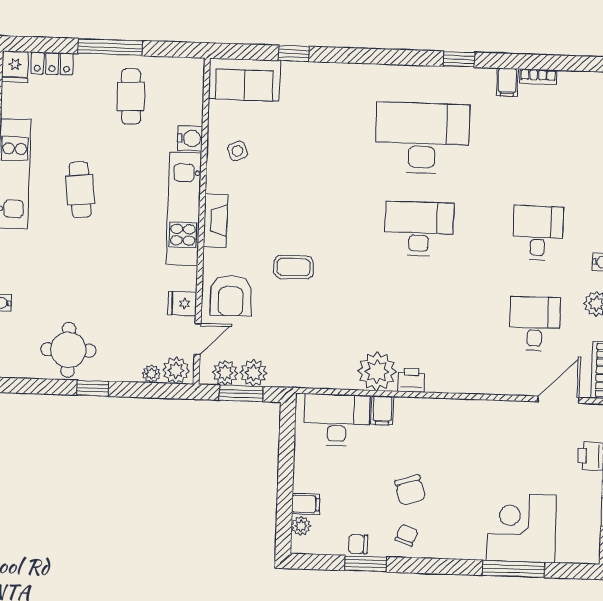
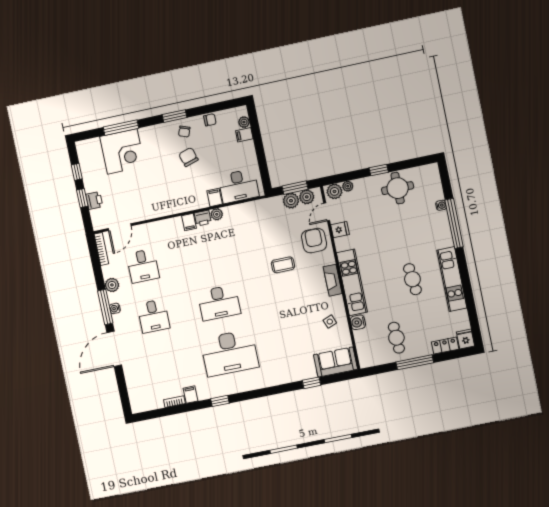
plant: (377, 371) -> (217, 214), width x0.53, depth x0.53
filing cabinet: (437, 379) -> (189, 222), added
window: (366, 564) -> (175, 116), moved

